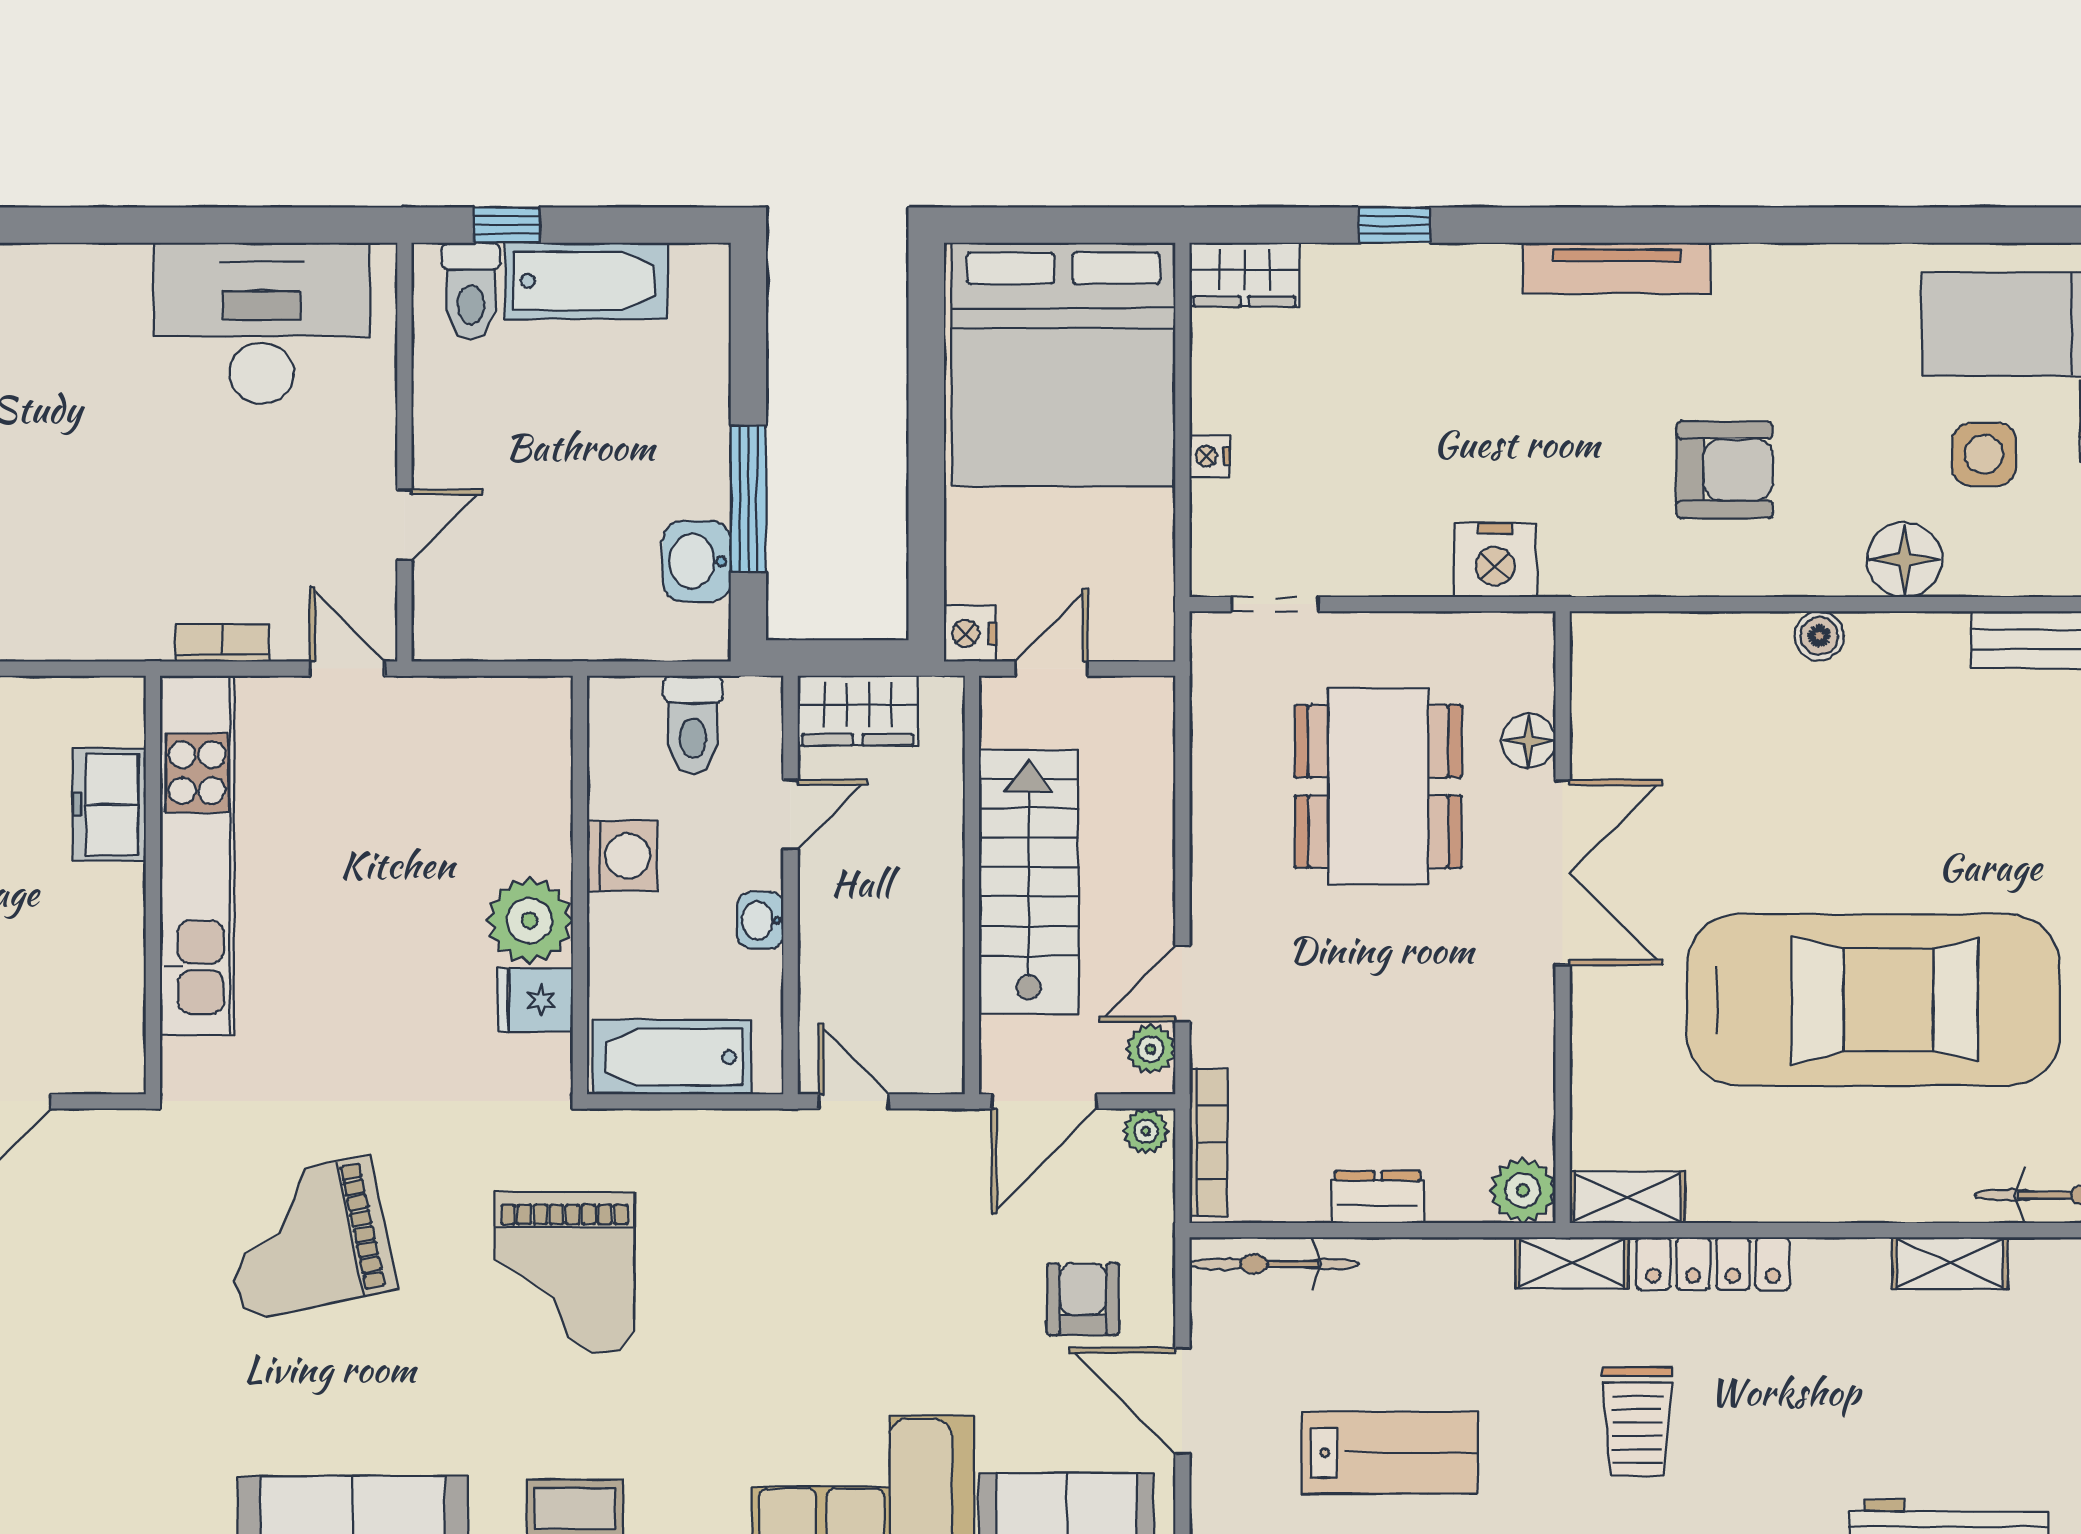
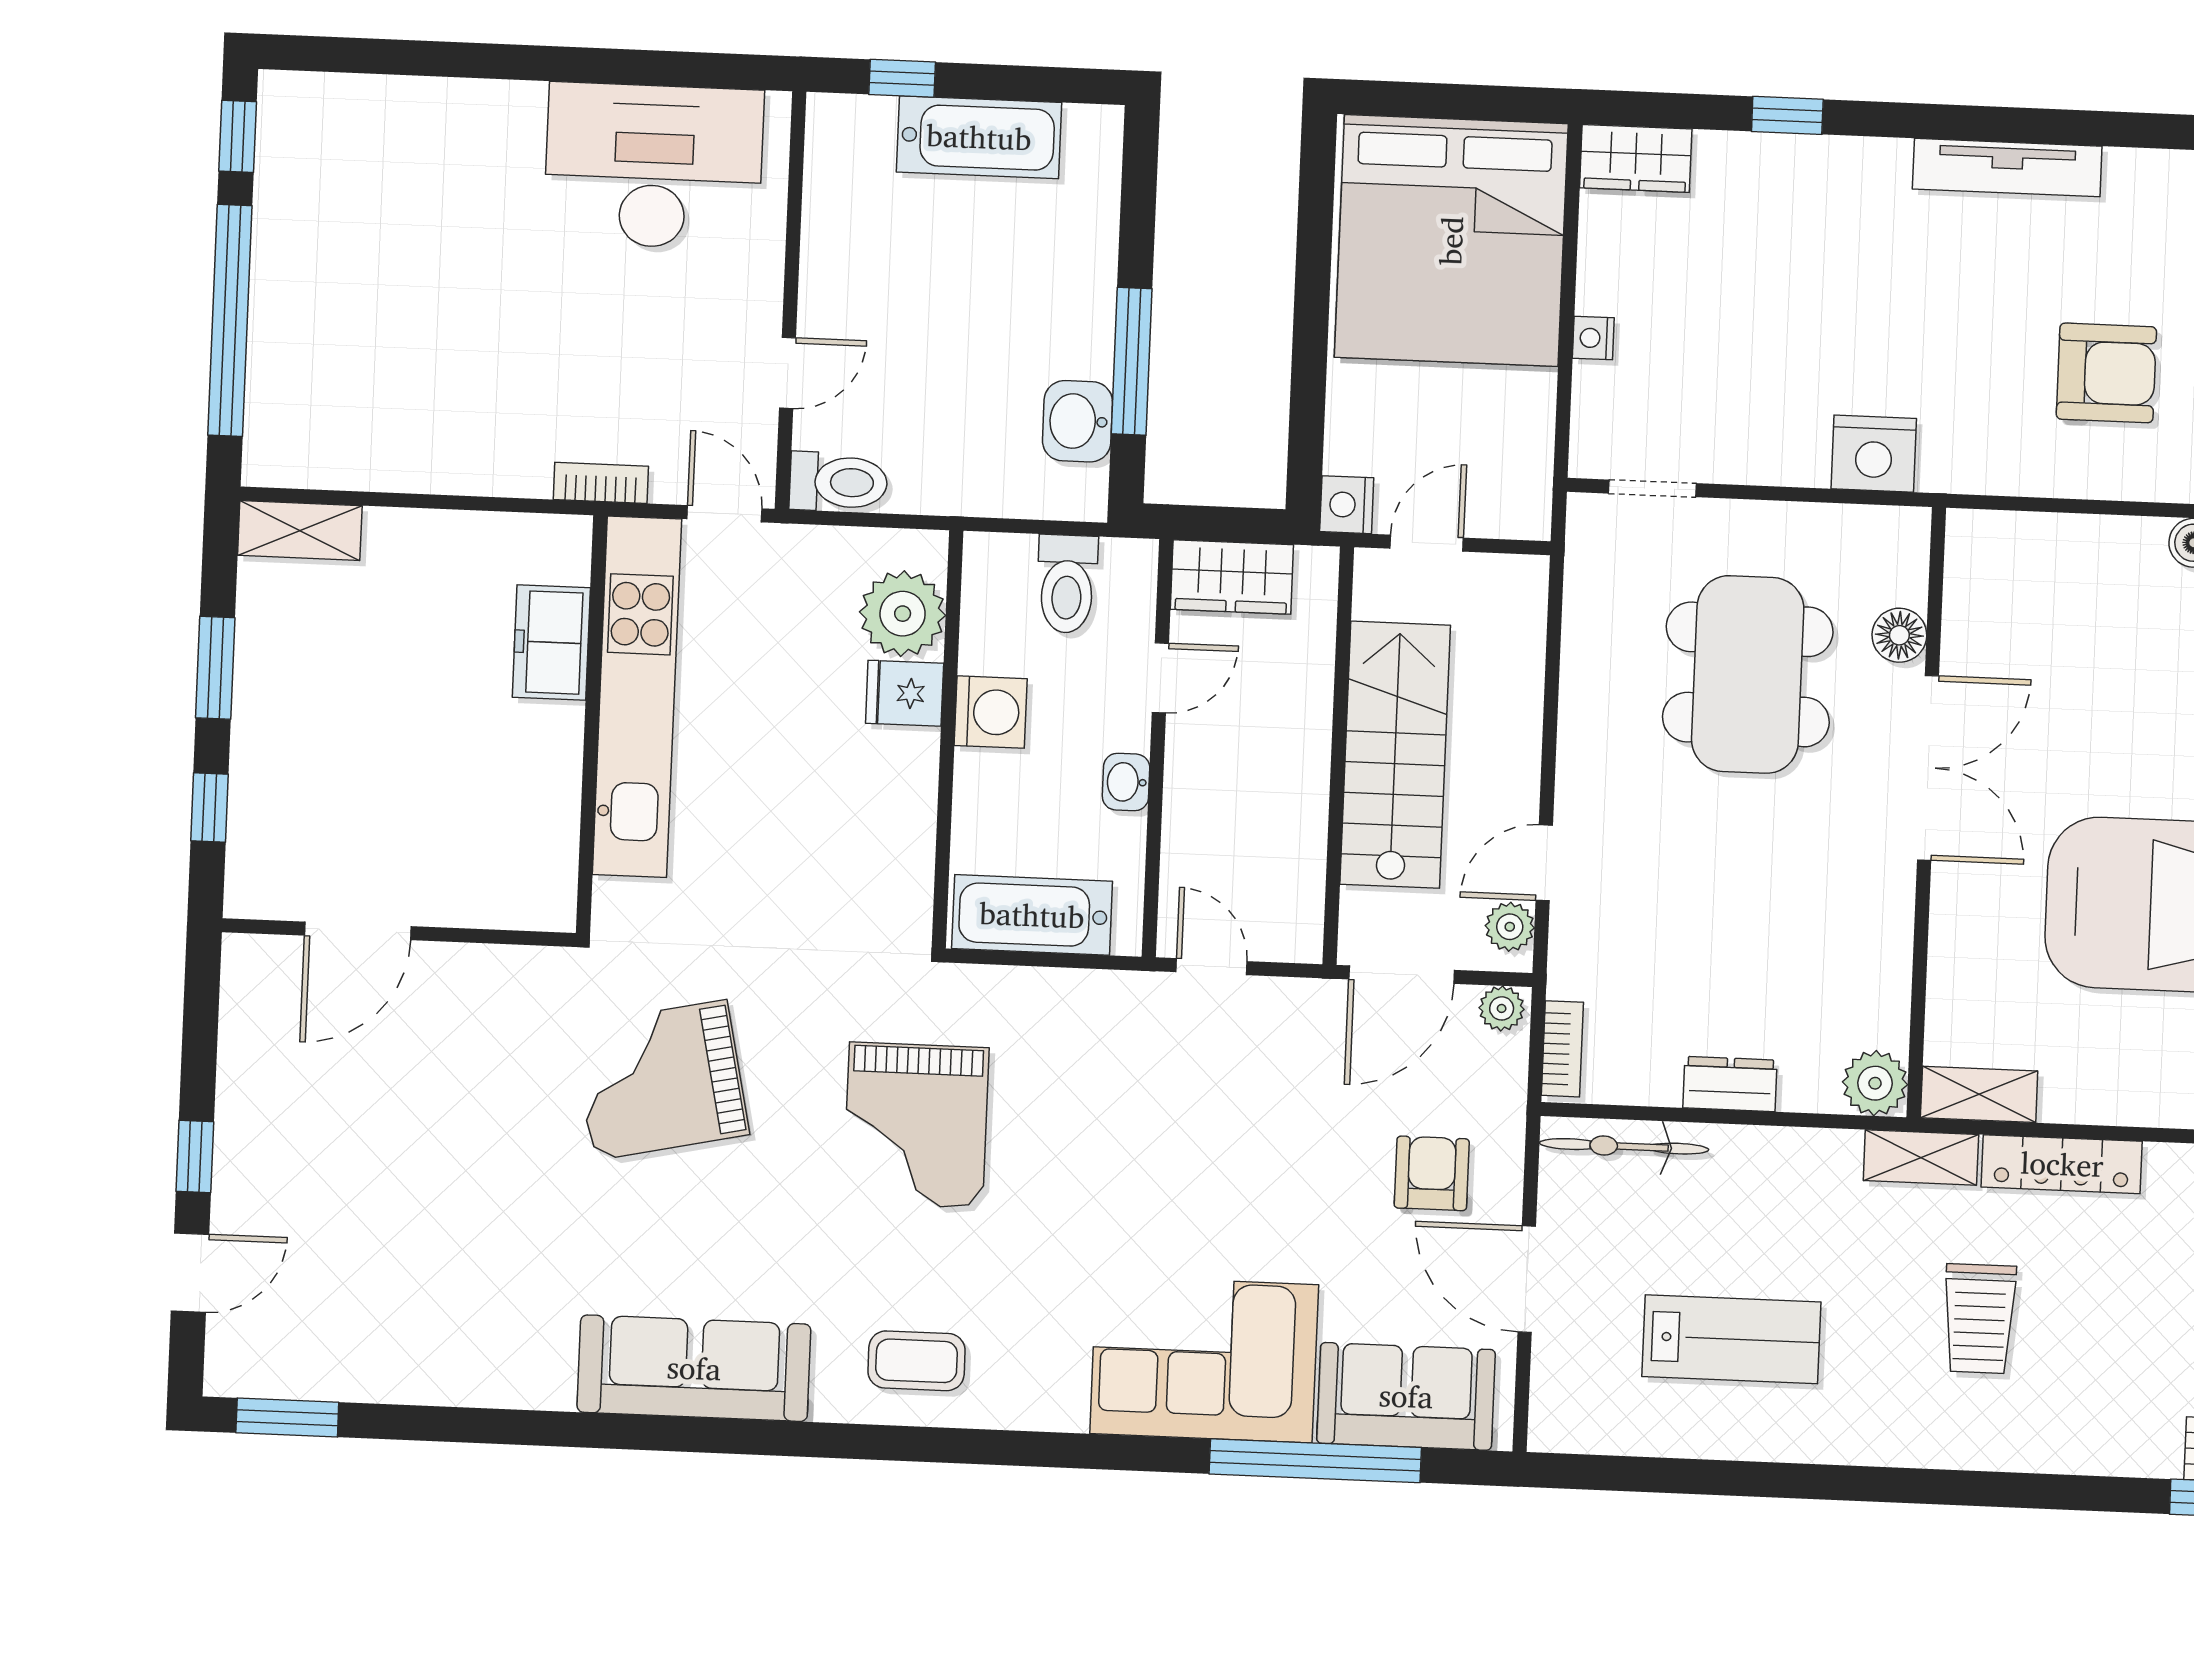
toilet: (471, 291) -> (838, 482), moved, turned -90
freezer: (109, 805) -> (551, 642), moved
kitchen unit: (197, 855) -> (637, 697), moved
wall: (153, 885) -> (592, 724), moved
plant: (530, 920) -> (903, 614), moved
fridge: (535, 1000) -> (905, 693), moved
bookcase: (1208, 1142) -> (1562, 1049), width x0.64

